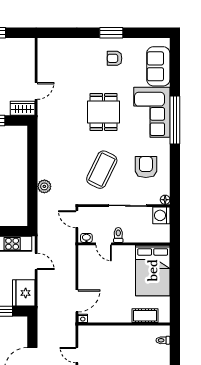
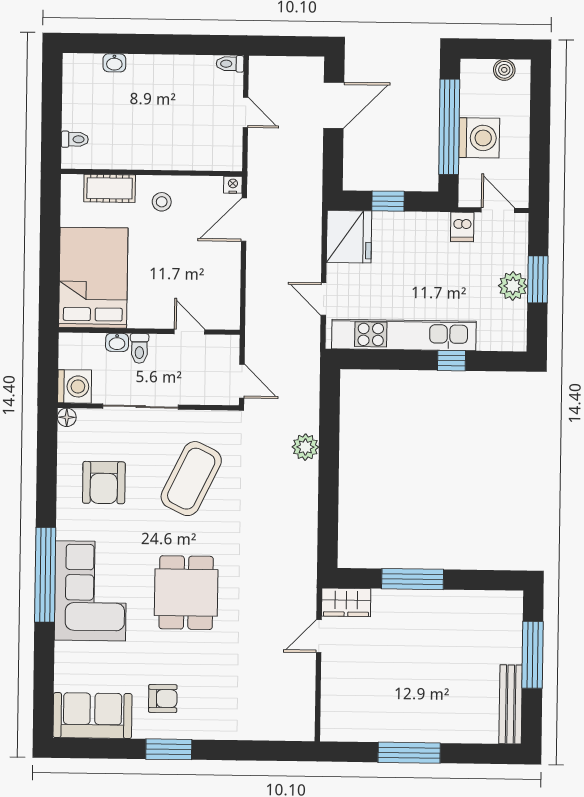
sofa: (158, 66) -> (92, 716), moved, turned -90
toilet: (118, 235) -> (139, 348), moved
washbasin: (86, 238) -> (117, 342), moved
stool: (119, 309) -> (162, 202), added

